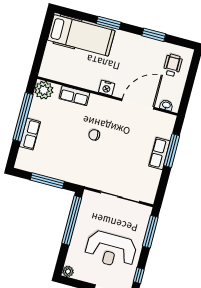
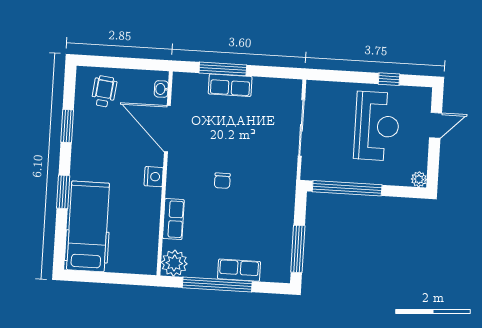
wheelchair: (173, 65) -> (104, 91), turned 97
window: (47, 181) -> (298, 249), moved
window: (150, 232) -> (341, 76), removed
window: (139, 275) -> (389, 79), moved

